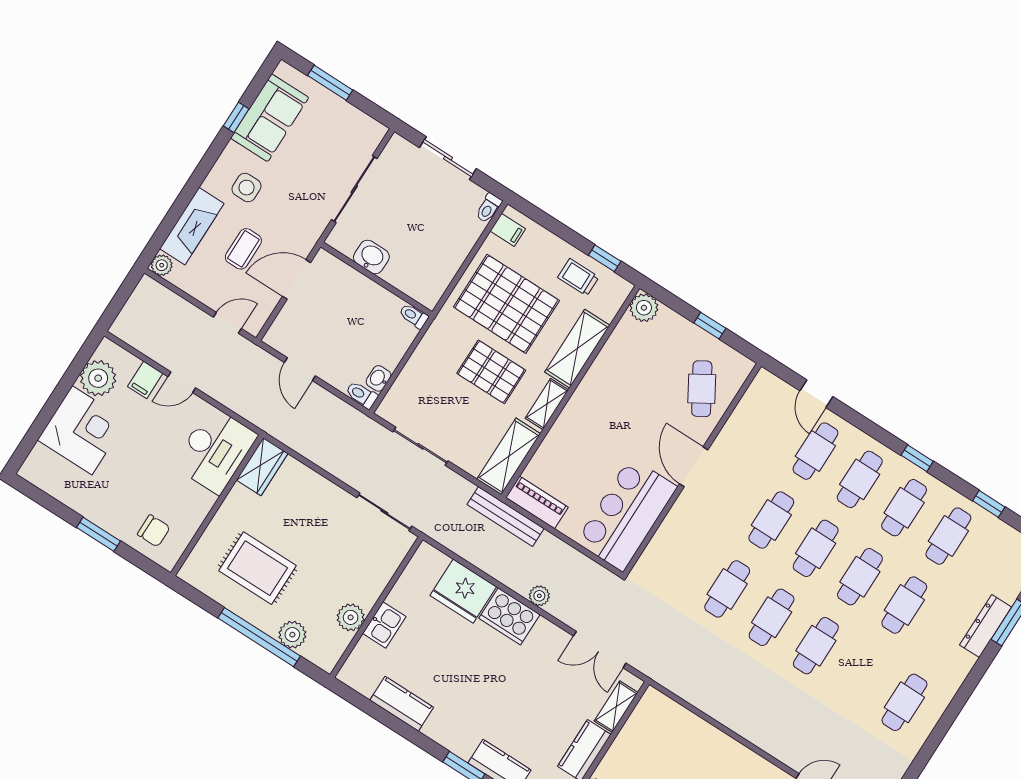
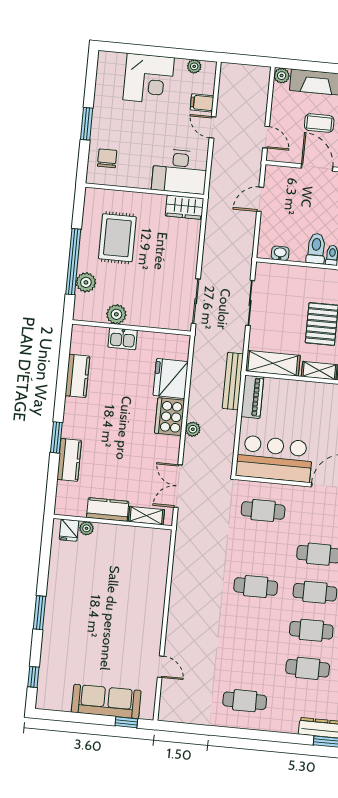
plant: (98, 378) -> (194, 66), width x0.53, depth x0.53
toilet: (362, 395) -> (316, 249), moved, width x1.37, depth x1.39
chair: (154, 531) -> (107, 158), turned 180
cafe table: (727, 589) -> (263, 510), moved
cafe table: (816, 646) -> (252, 625), removed

